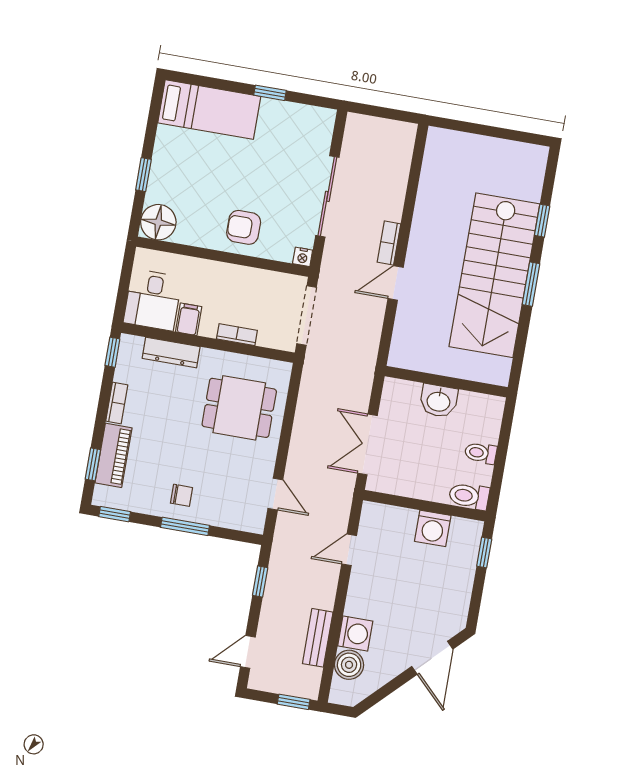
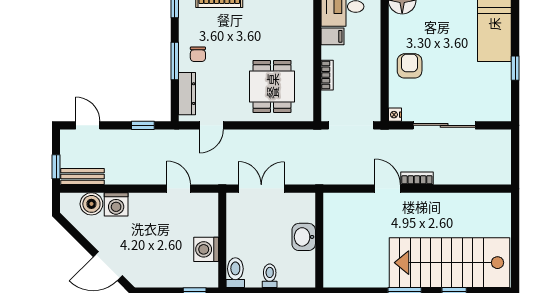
stairs: (494, 275) -> (449, 263), moved
dresser: (171, 352) -> (187, 94), moved, turned 180
bench: (318, 638) -> (83, 177), moved

